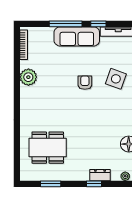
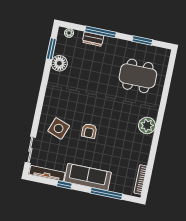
window: (66, 24) -> (106, 194), moved
plant: (28, 77) -> (147, 125), moved
window: (94, 184) -> (100, 32), width x2.17

